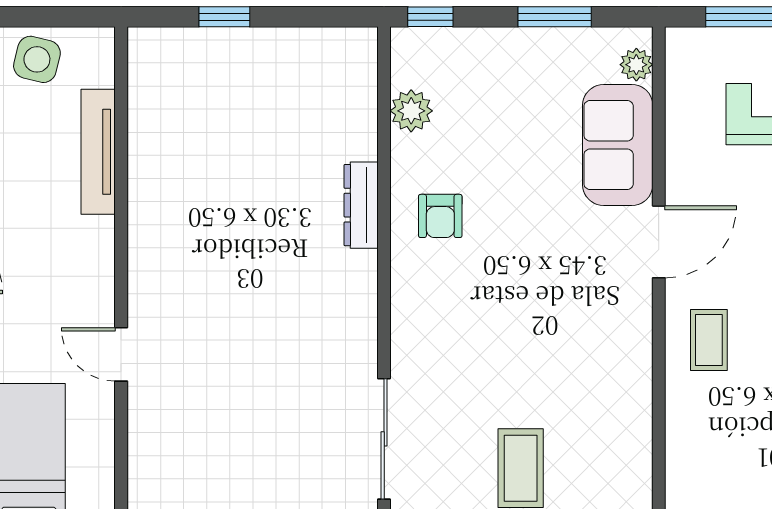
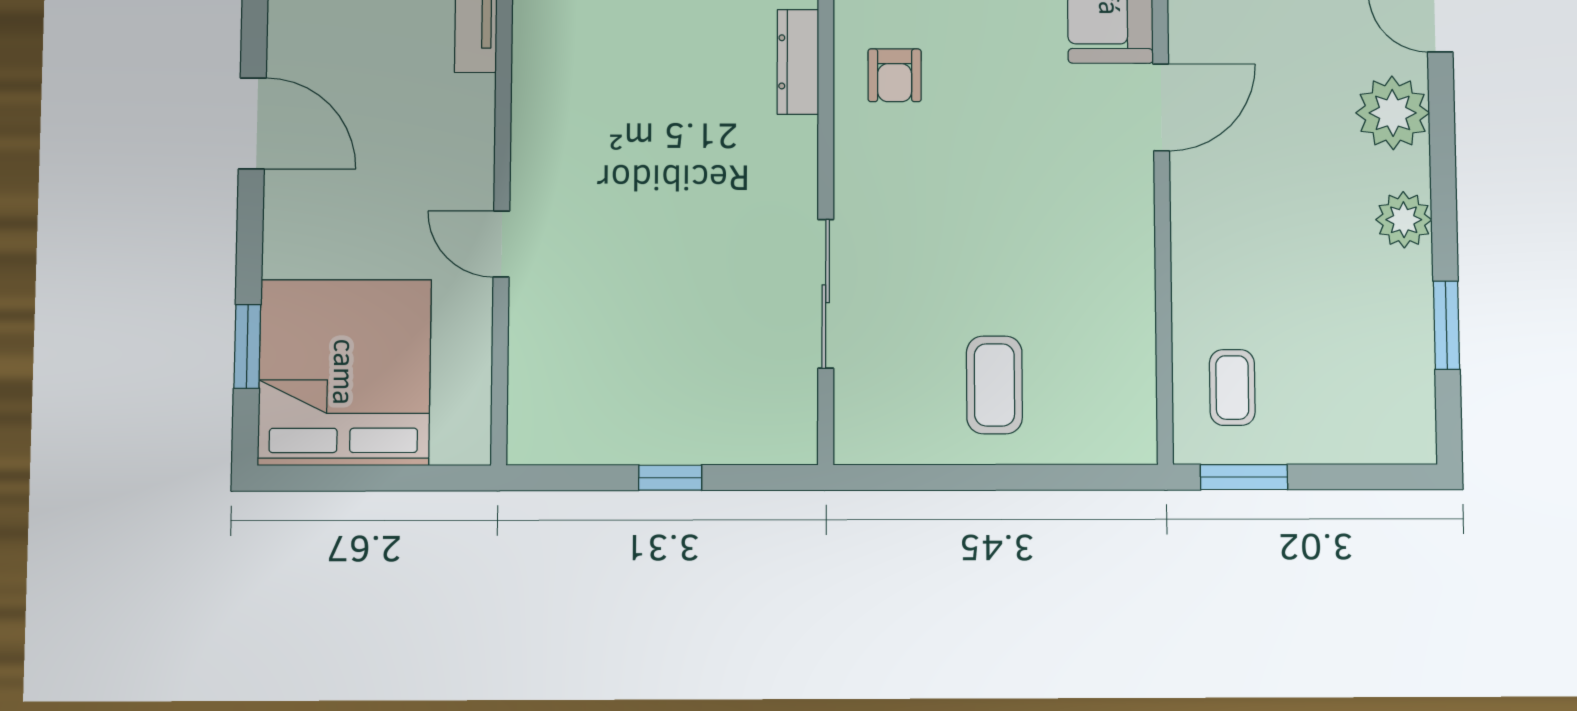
coffee table: (709, 340) -> (1232, 388), moved
sliding door: (384, 439) -> (826, 294), moved

